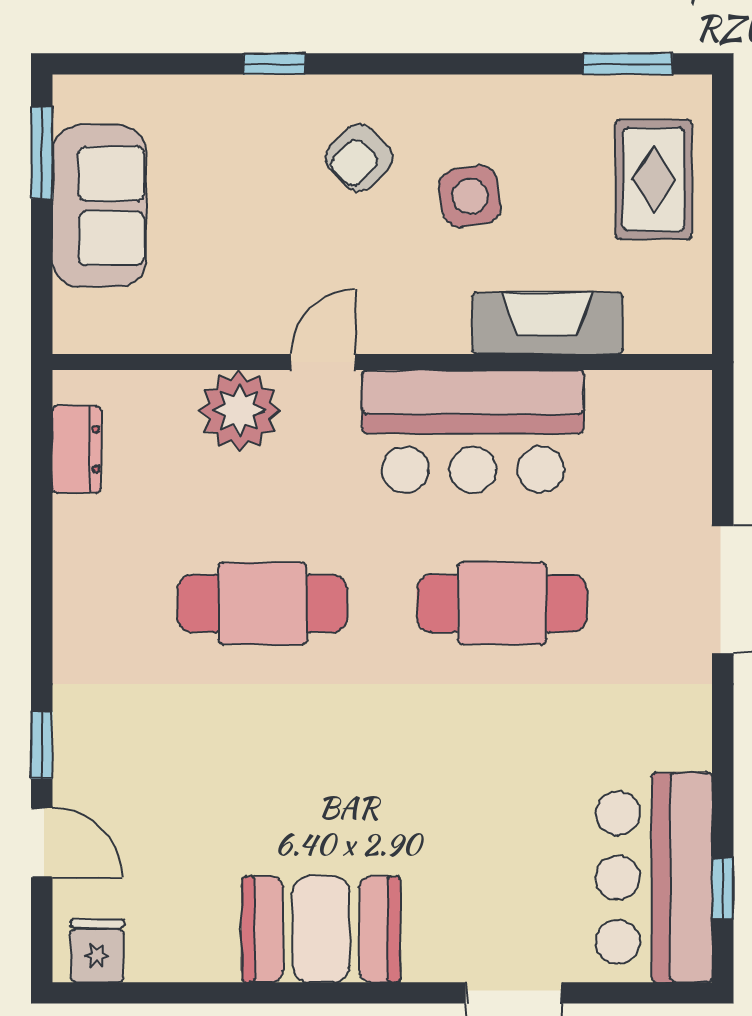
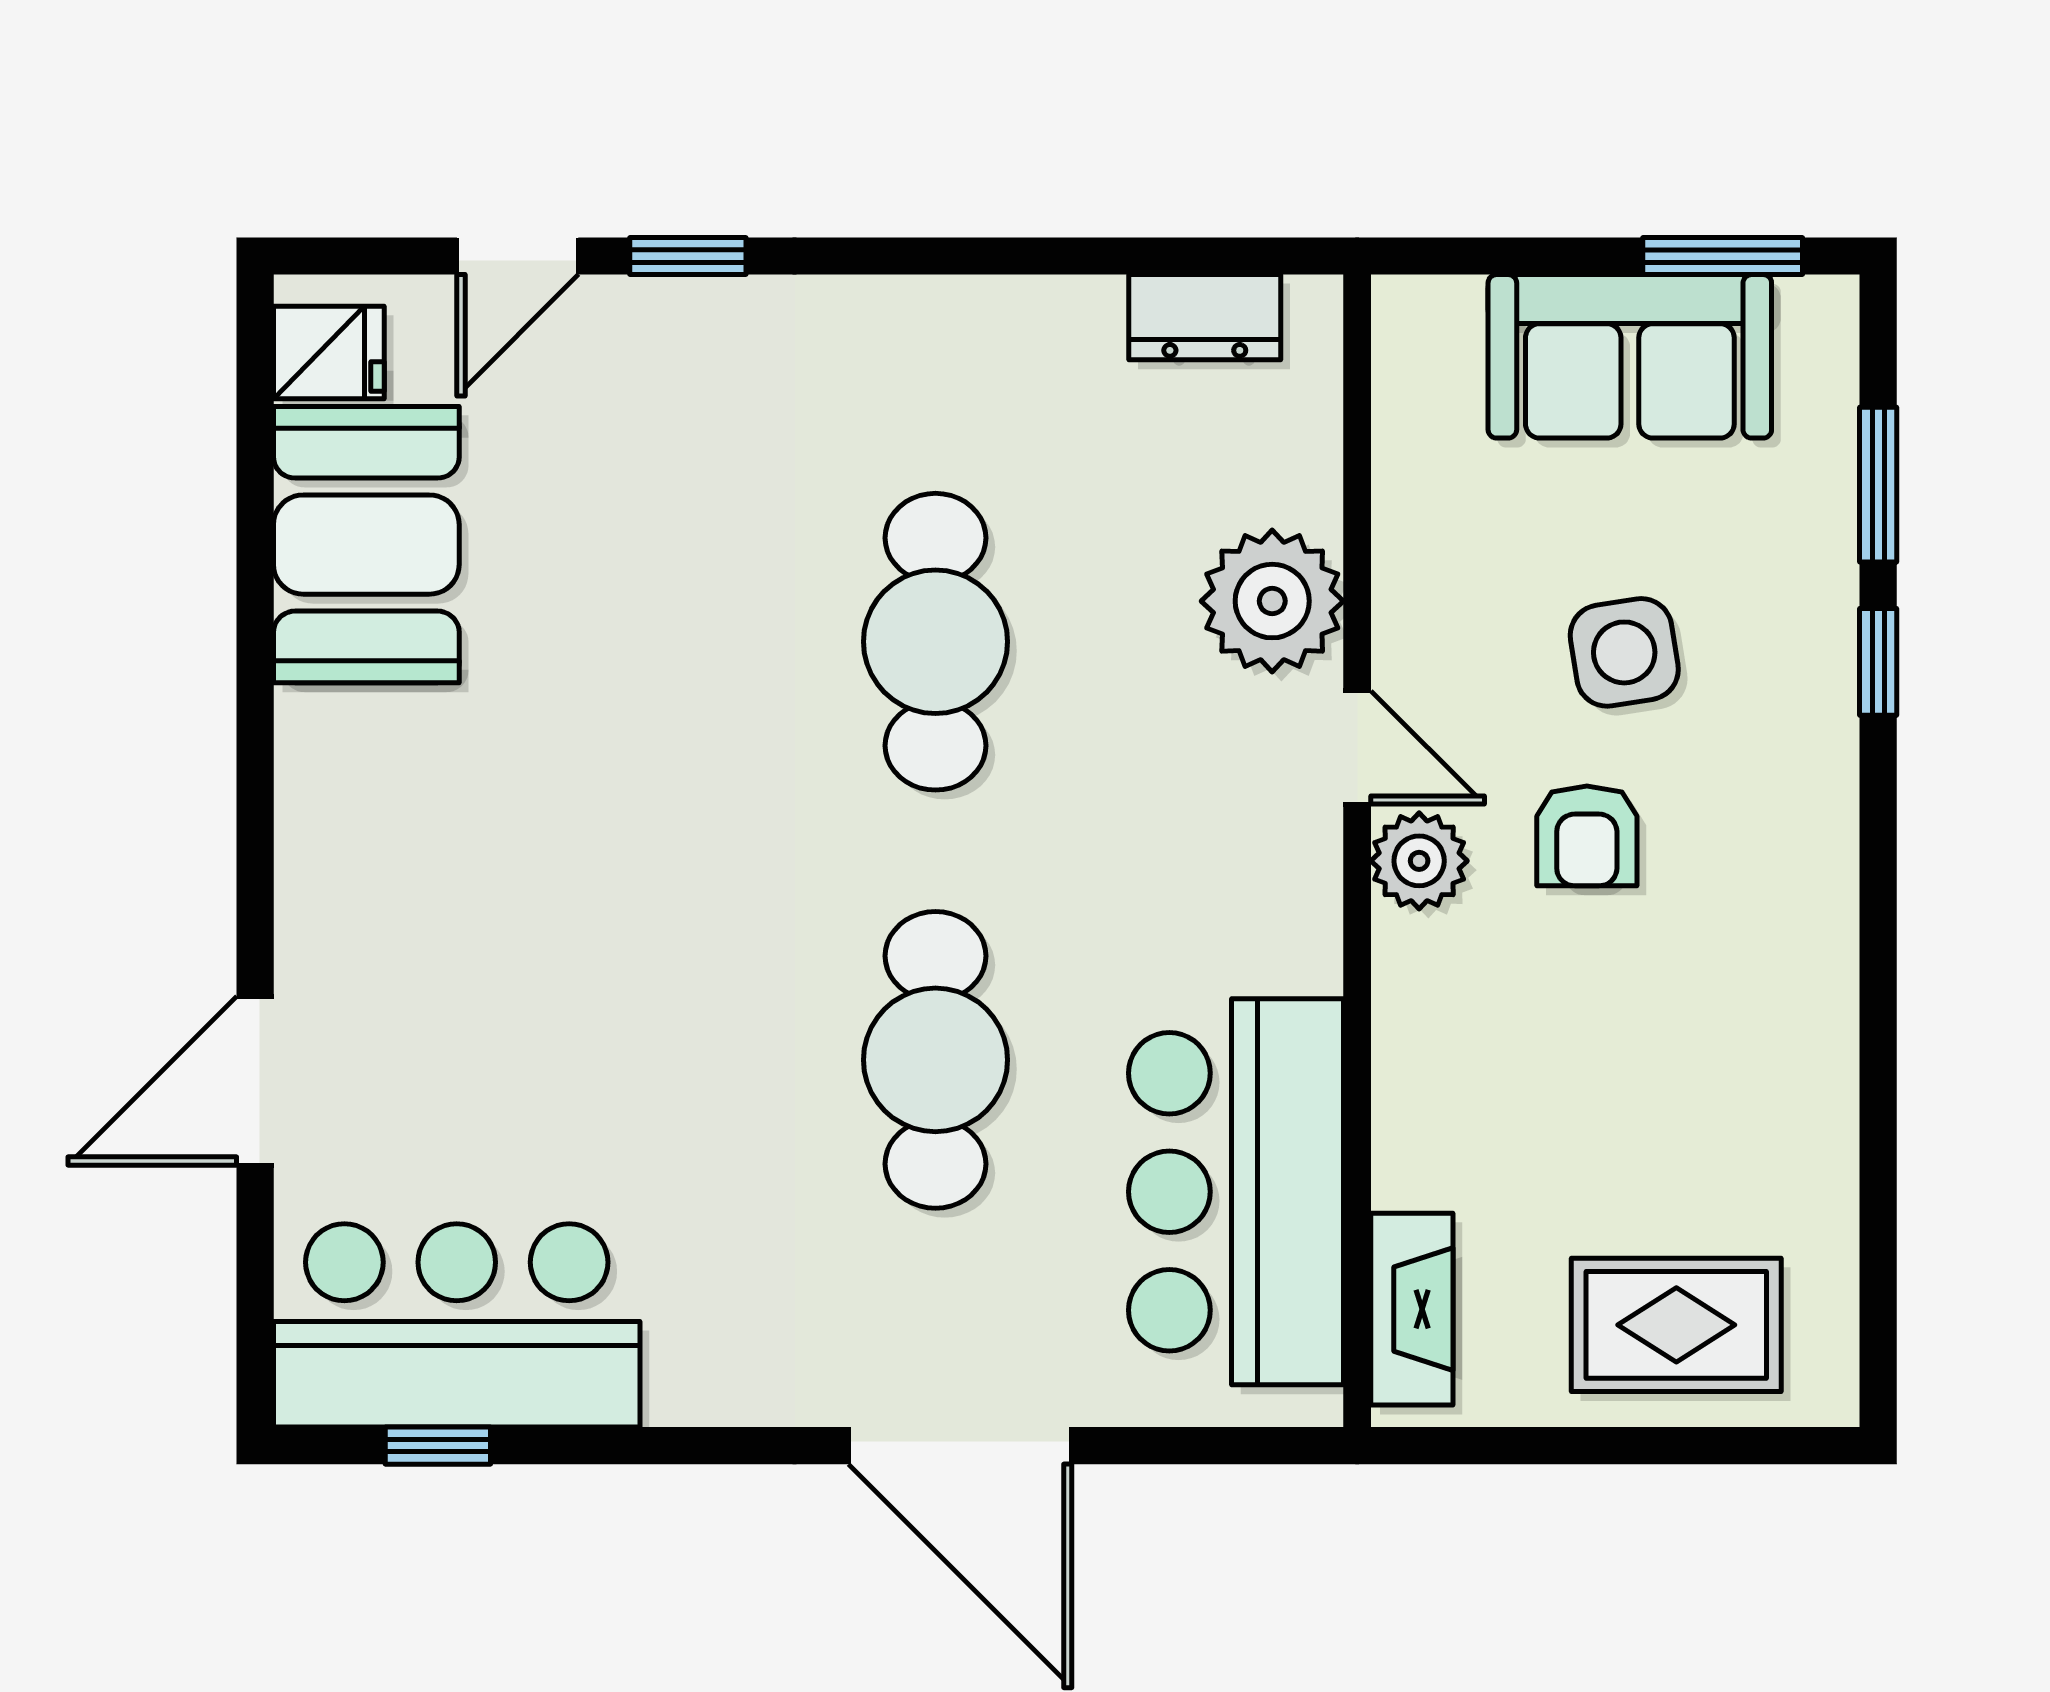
window: (628, 64) -> (1878, 485), moved
armchair: (359, 158) -> (1587, 836), moved, turned -136
side table: (470, 196) -> (1624, 652), moved
fireplace: (548, 323) -> (1412, 1309), moved, width x0.73, depth x0.76
plant: (388, 327) -> (1419, 861), added
bar counter: (473, 431) -> (1236, 1192), moved
booth: (321, 929) -> (366, 545), moved

